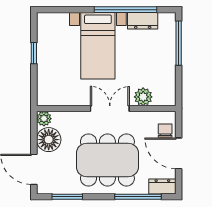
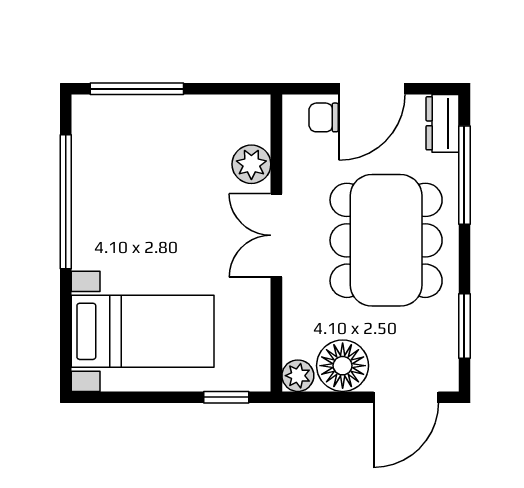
dresser: (143, 21) -> (89, 165), removed
bed with nightstands: (98, 46) -> (143, 331), moved
window: (34, 53) -> (226, 397), moved

